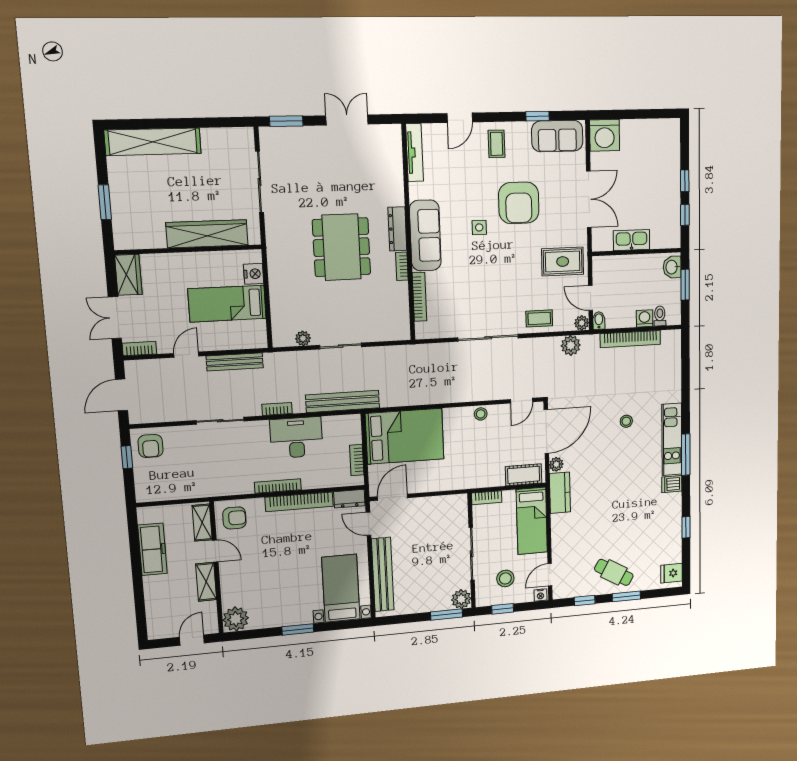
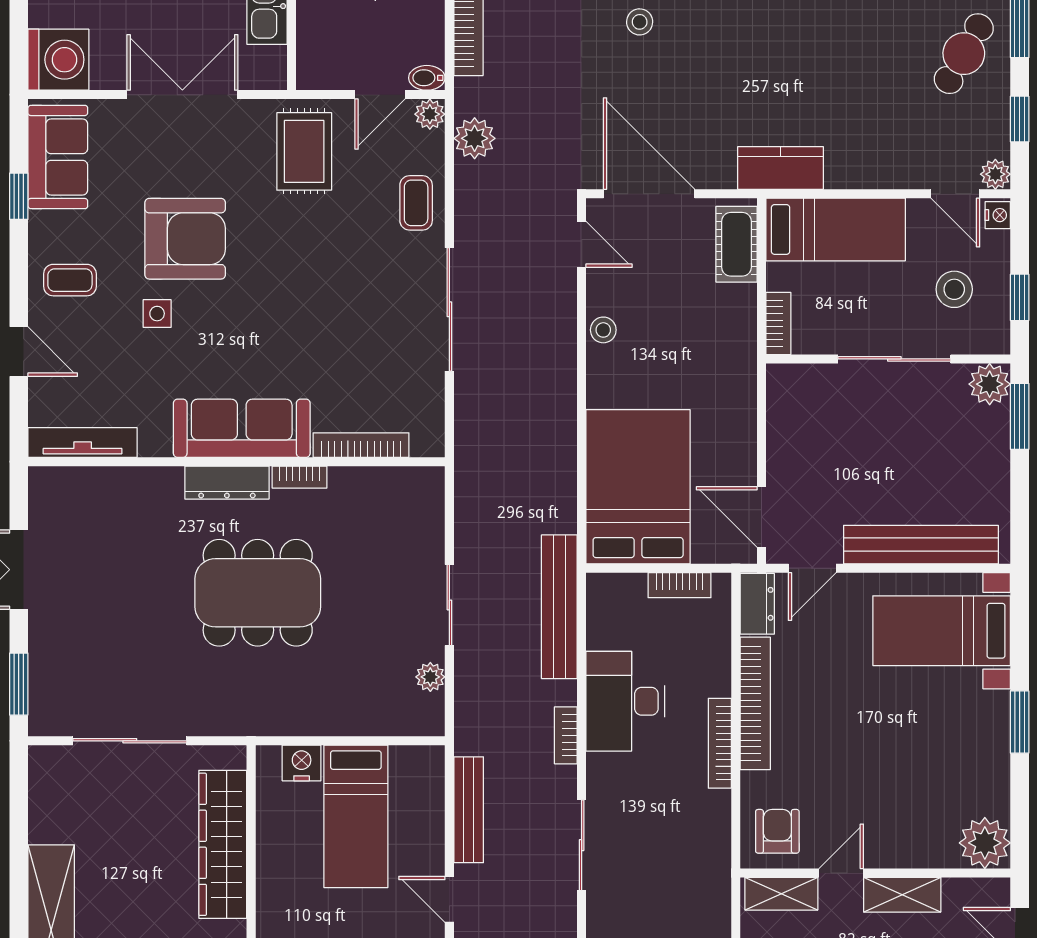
side table: (479, 227) -> (157, 314), moved
plant: (556, 464) -> (995, 174), moved

